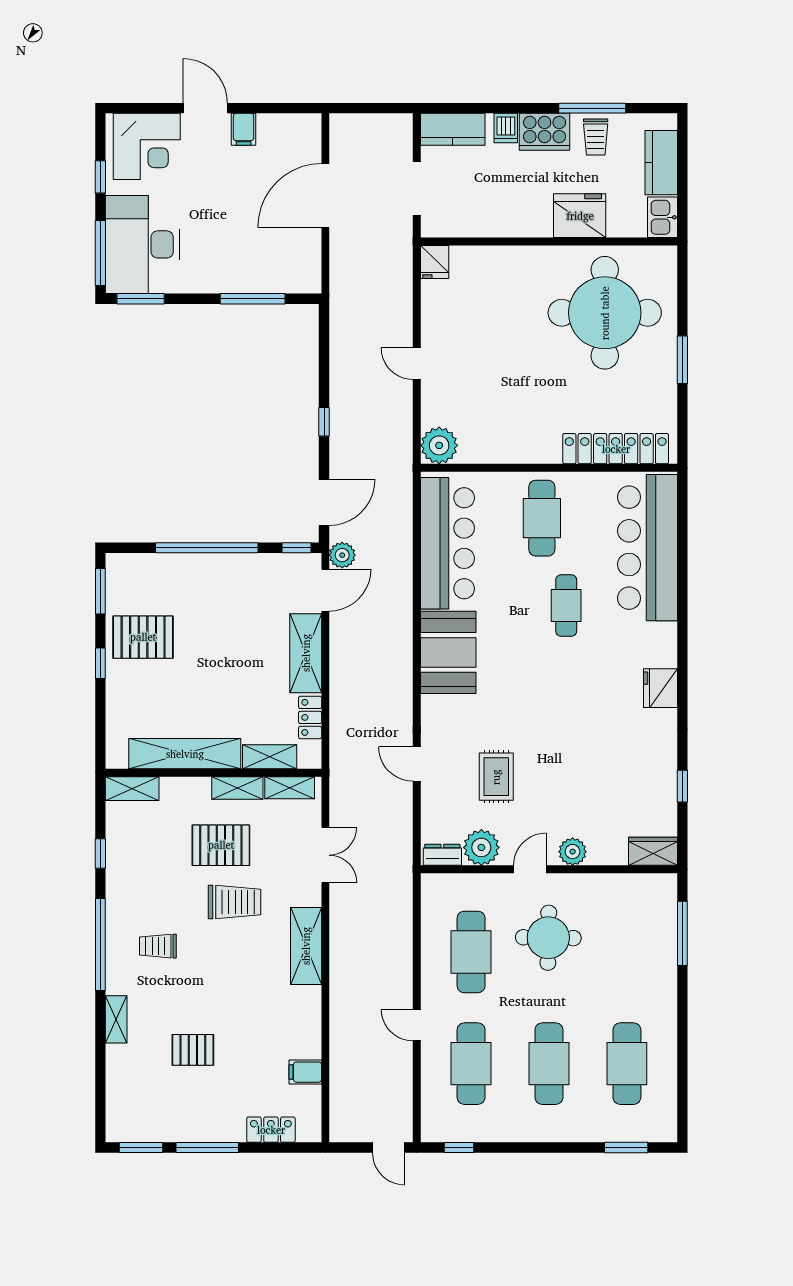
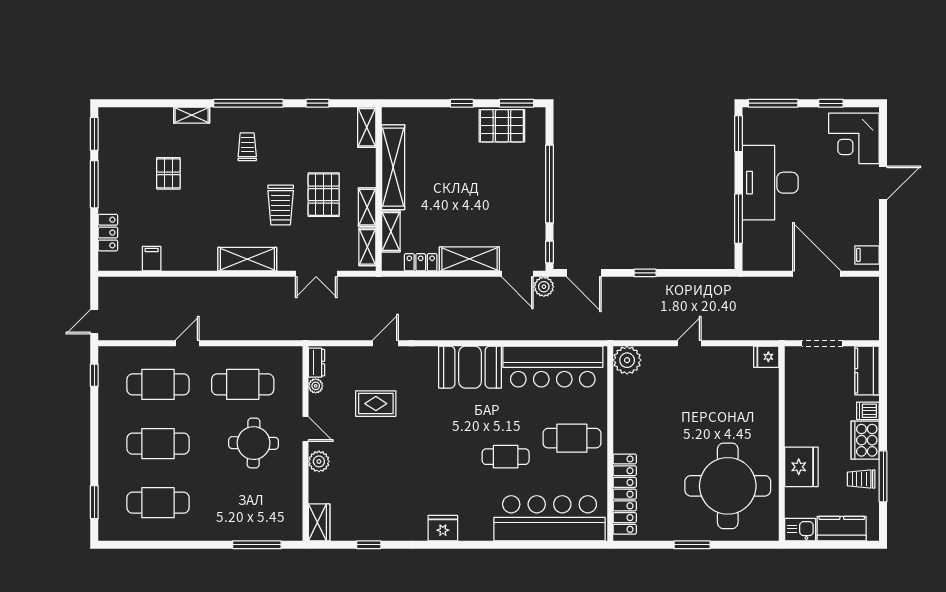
filing cabinet: (244, 129) -> (867, 255), moved
desk: (142, 244) -> (770, 183), moved, turned -90
pallet: (143, 637) -> (502, 126), moved, turned 90
plant: (481, 847) -> (316, 386), width x0.53, depth x0.53

